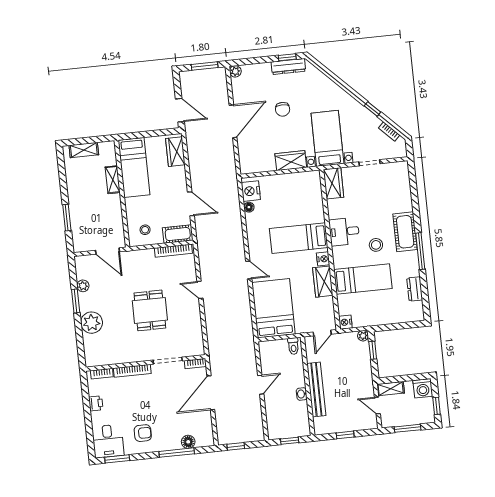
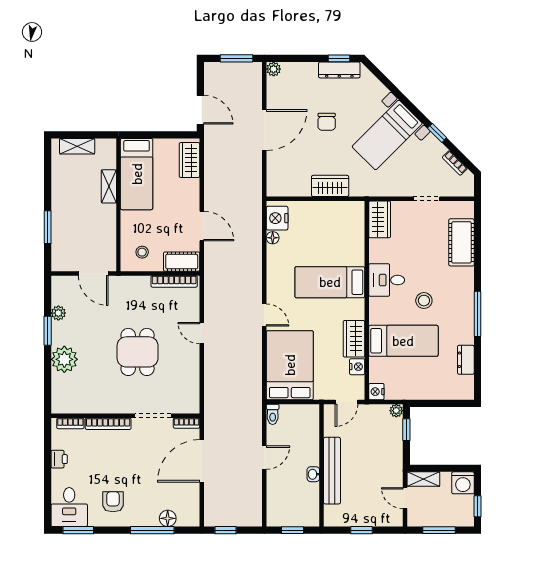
bed with nightstands: (327, 138) -> (387, 135), moved, turned -135
cot: (405, 232) -> (461, 242), moved
nightstand: (323, 259) -> (357, 367), moved
toilet: (293, 346) -> (273, 414), moved
armchair: (143, 433) -> (113, 502), turned -90

